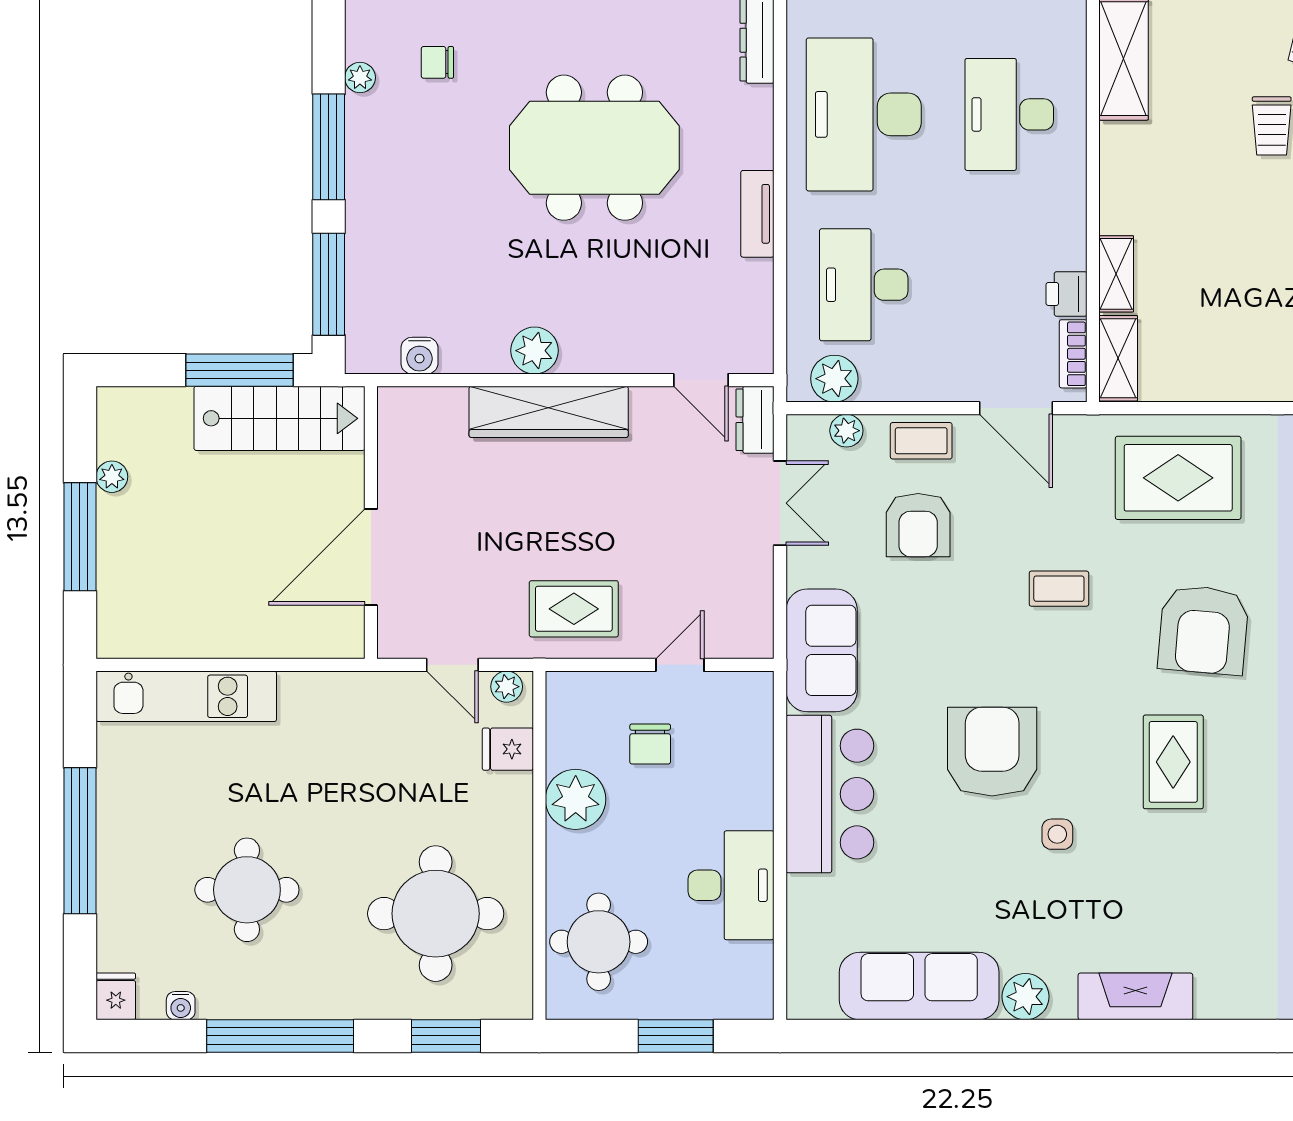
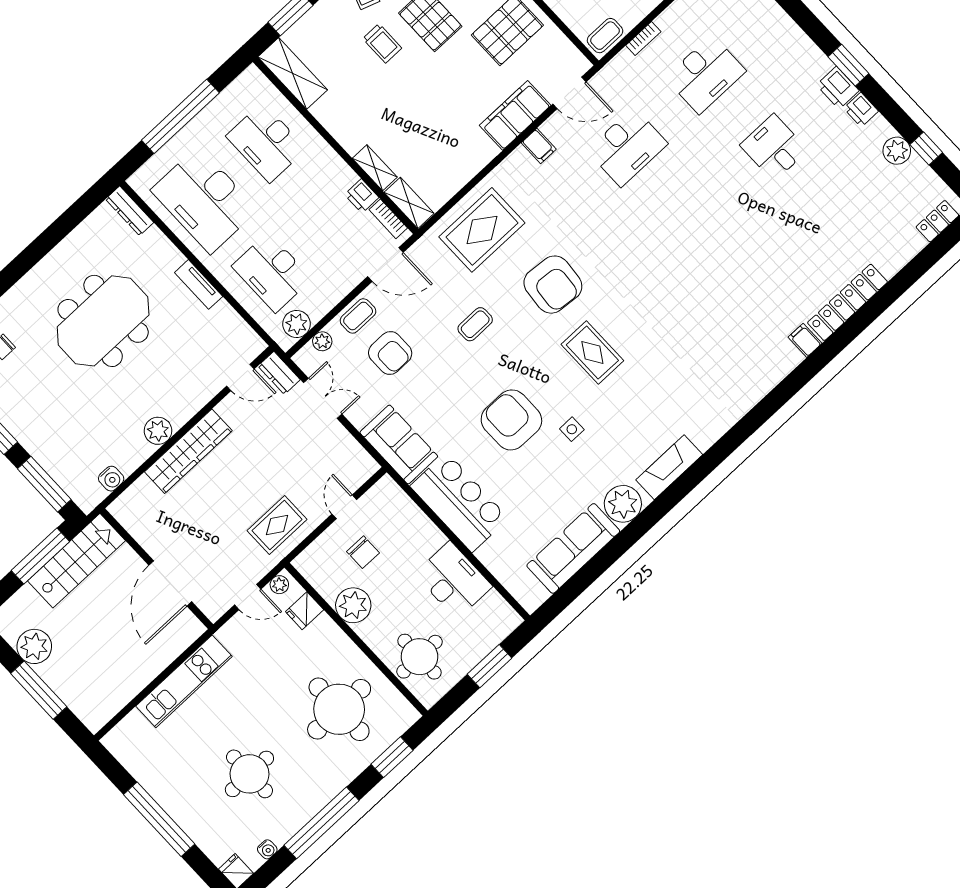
plant: (112, 477) -> (34, 646), width x1.87, depth x1.87
kitchen unit: (186, 696) -> (184, 681), moved
plant: (1026, 997) -> (623, 504), width x1.36, depth x1.36

